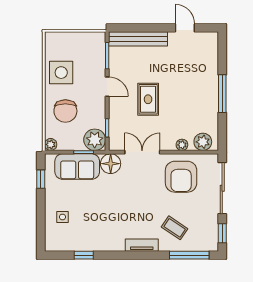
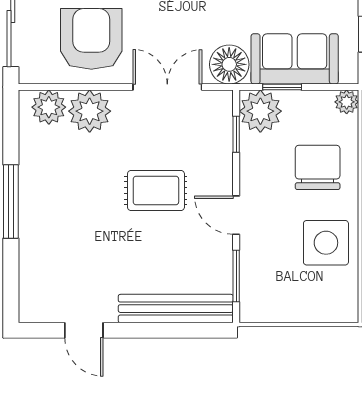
rug: (148, 99) -> (156, 191), turned 90
plant: (182, 145) -> (90, 111), width x1.88, depth x1.88
double door: (142, 152) -> (167, 87), swing flipped

